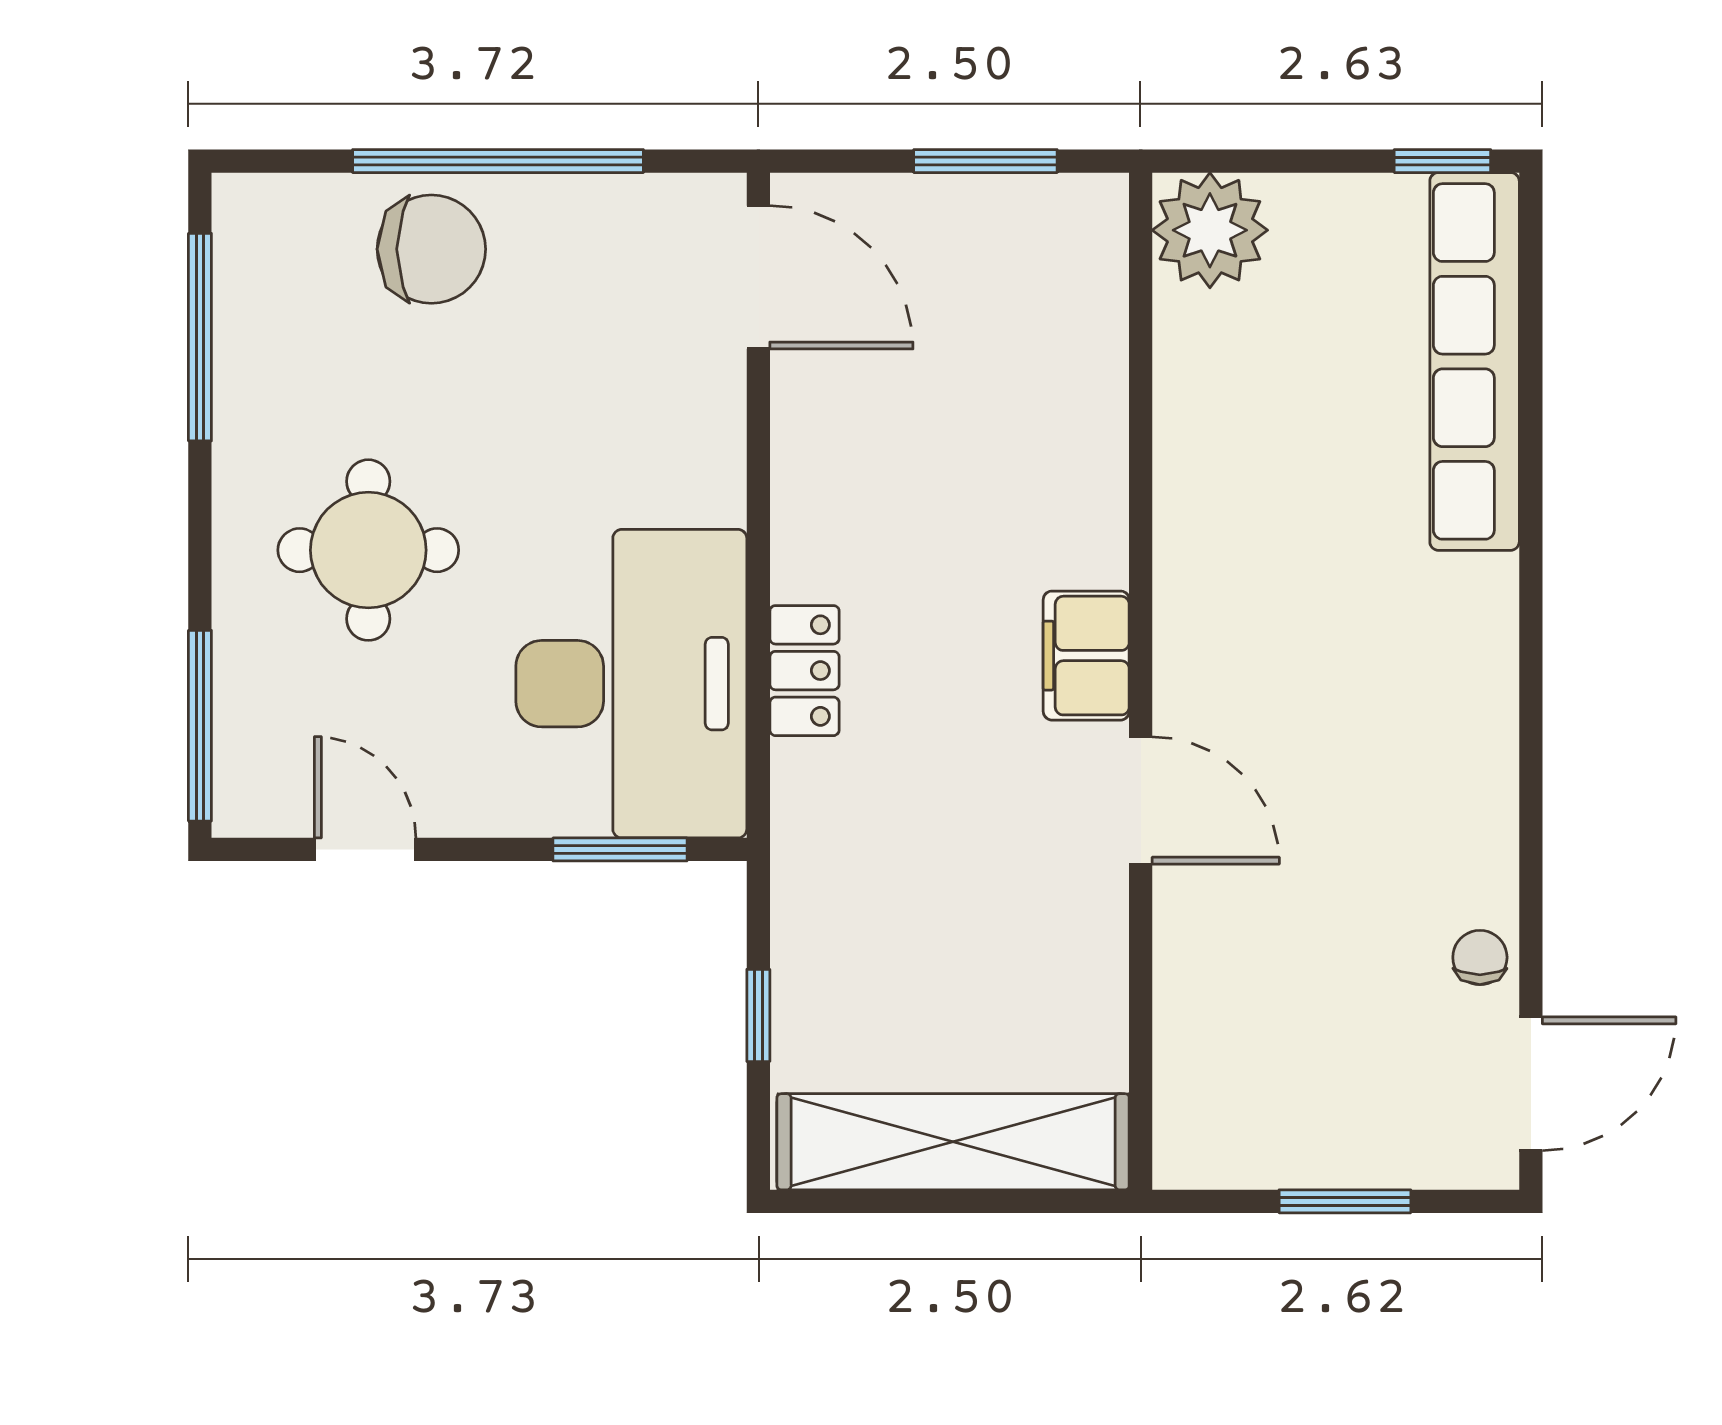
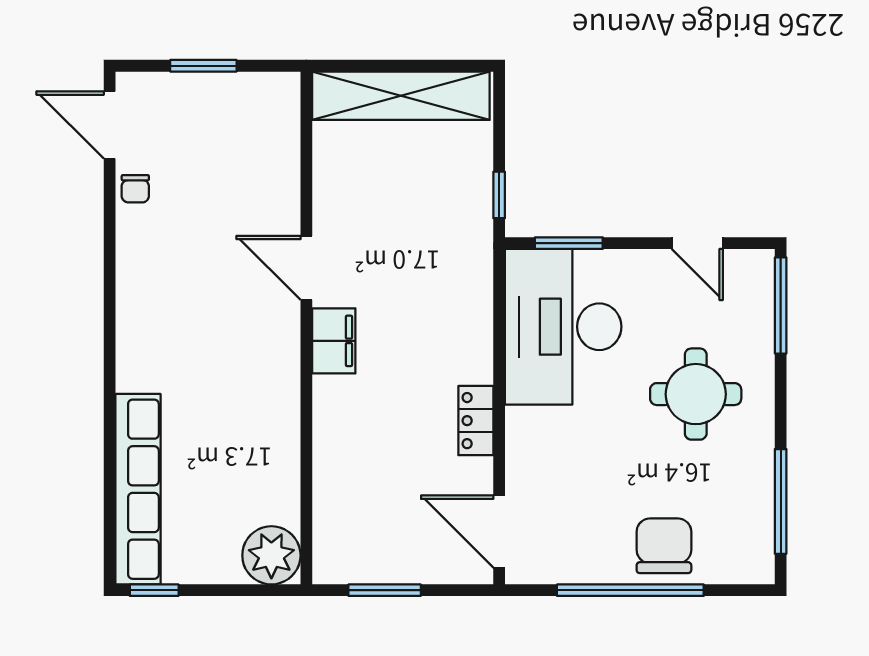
chair: (431, 249) -> (664, 546), turned 90
locker: (804, 671) -> (476, 421), moved
window: (758, 1015) -> (499, 195), moved
door: (1531, 1084) -> (110, 125), hinge flipped

